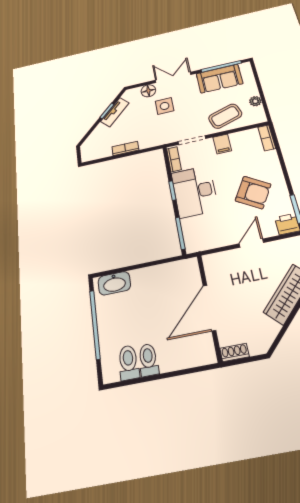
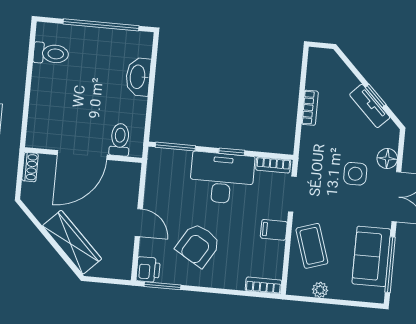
washbasin: (114, 283) -> (138, 77), moved
door: (209, 308) -> (82, 155), swing flipped
toilet: (148, 360) -> (120, 140), moved, turned -90

